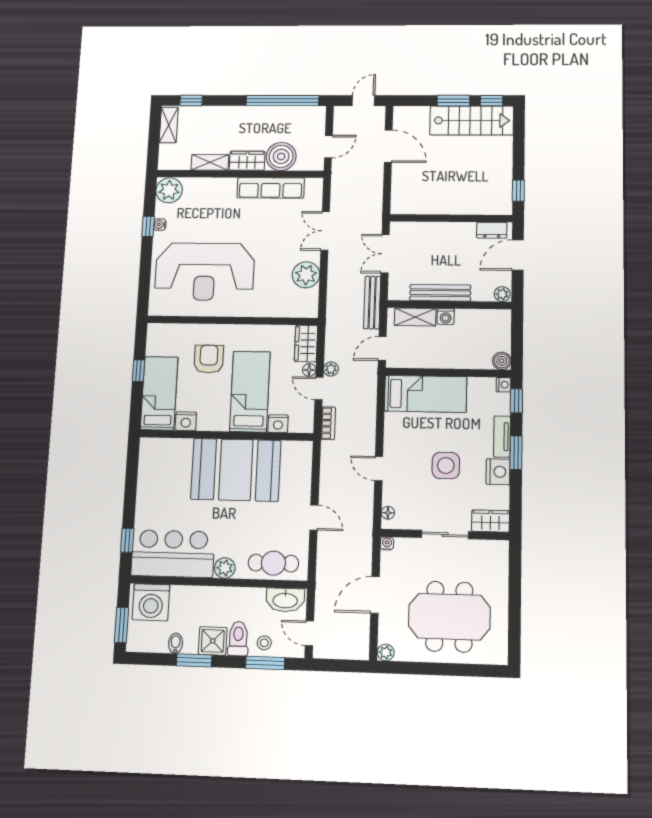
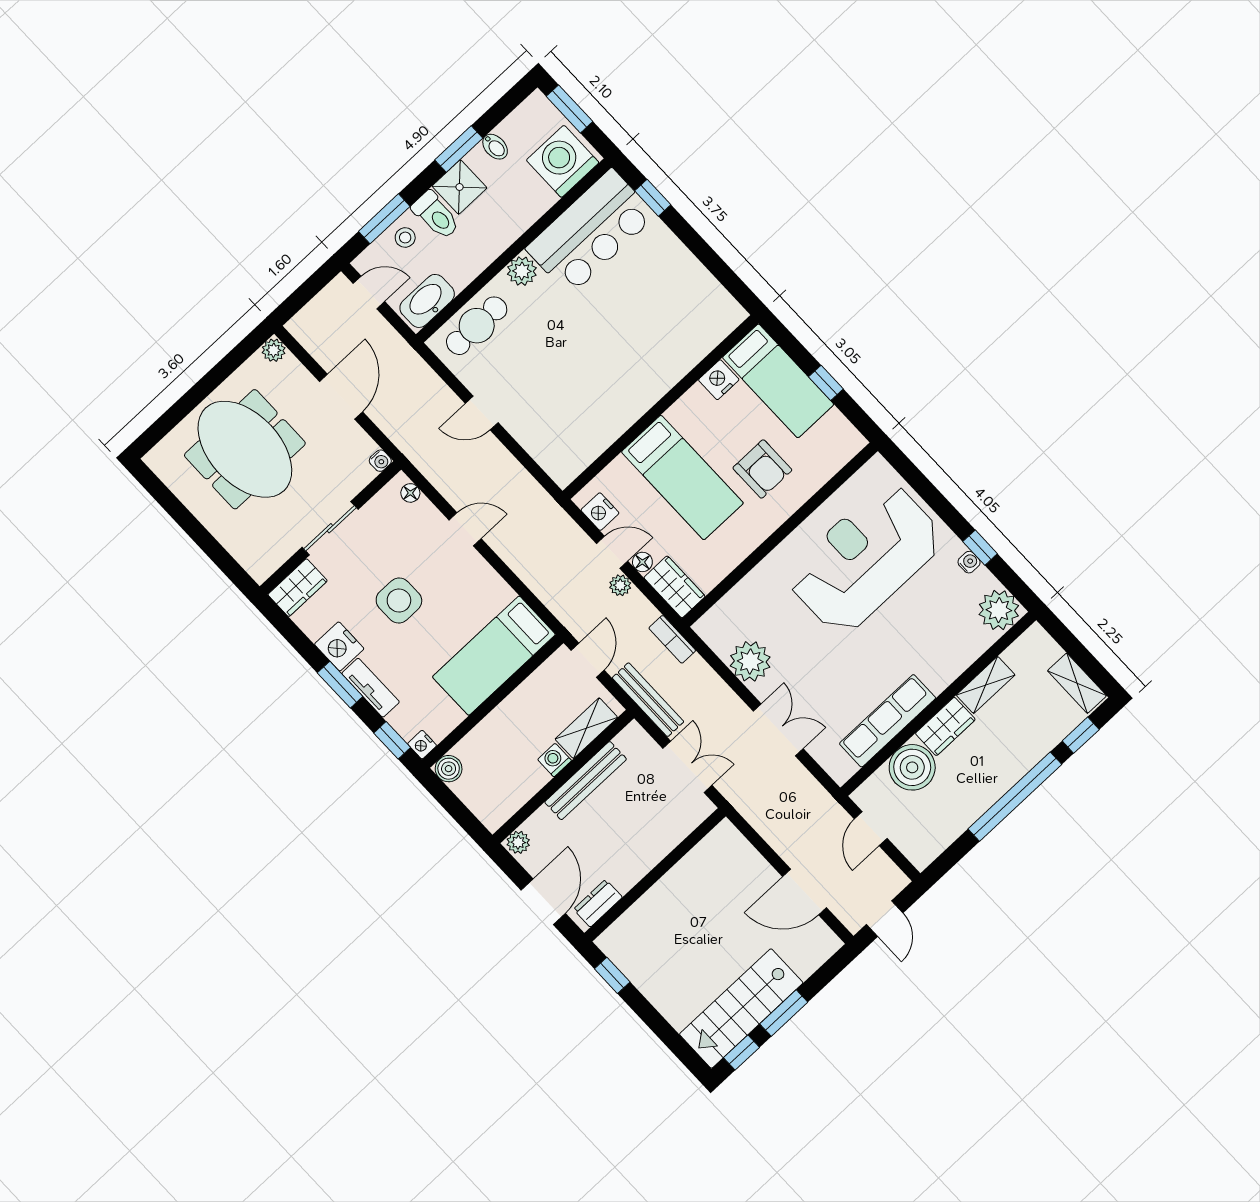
window: (282, 101) -> (1015, 797), moved
bookcase: (328, 423) -> (672, 639), moved
nightstand: (278, 424) -> (600, 512), moved, turned -90
booth: (236, 470) -> (613, 382), removed
meeting table: (449, 617) -> (245, 449), turned 90

